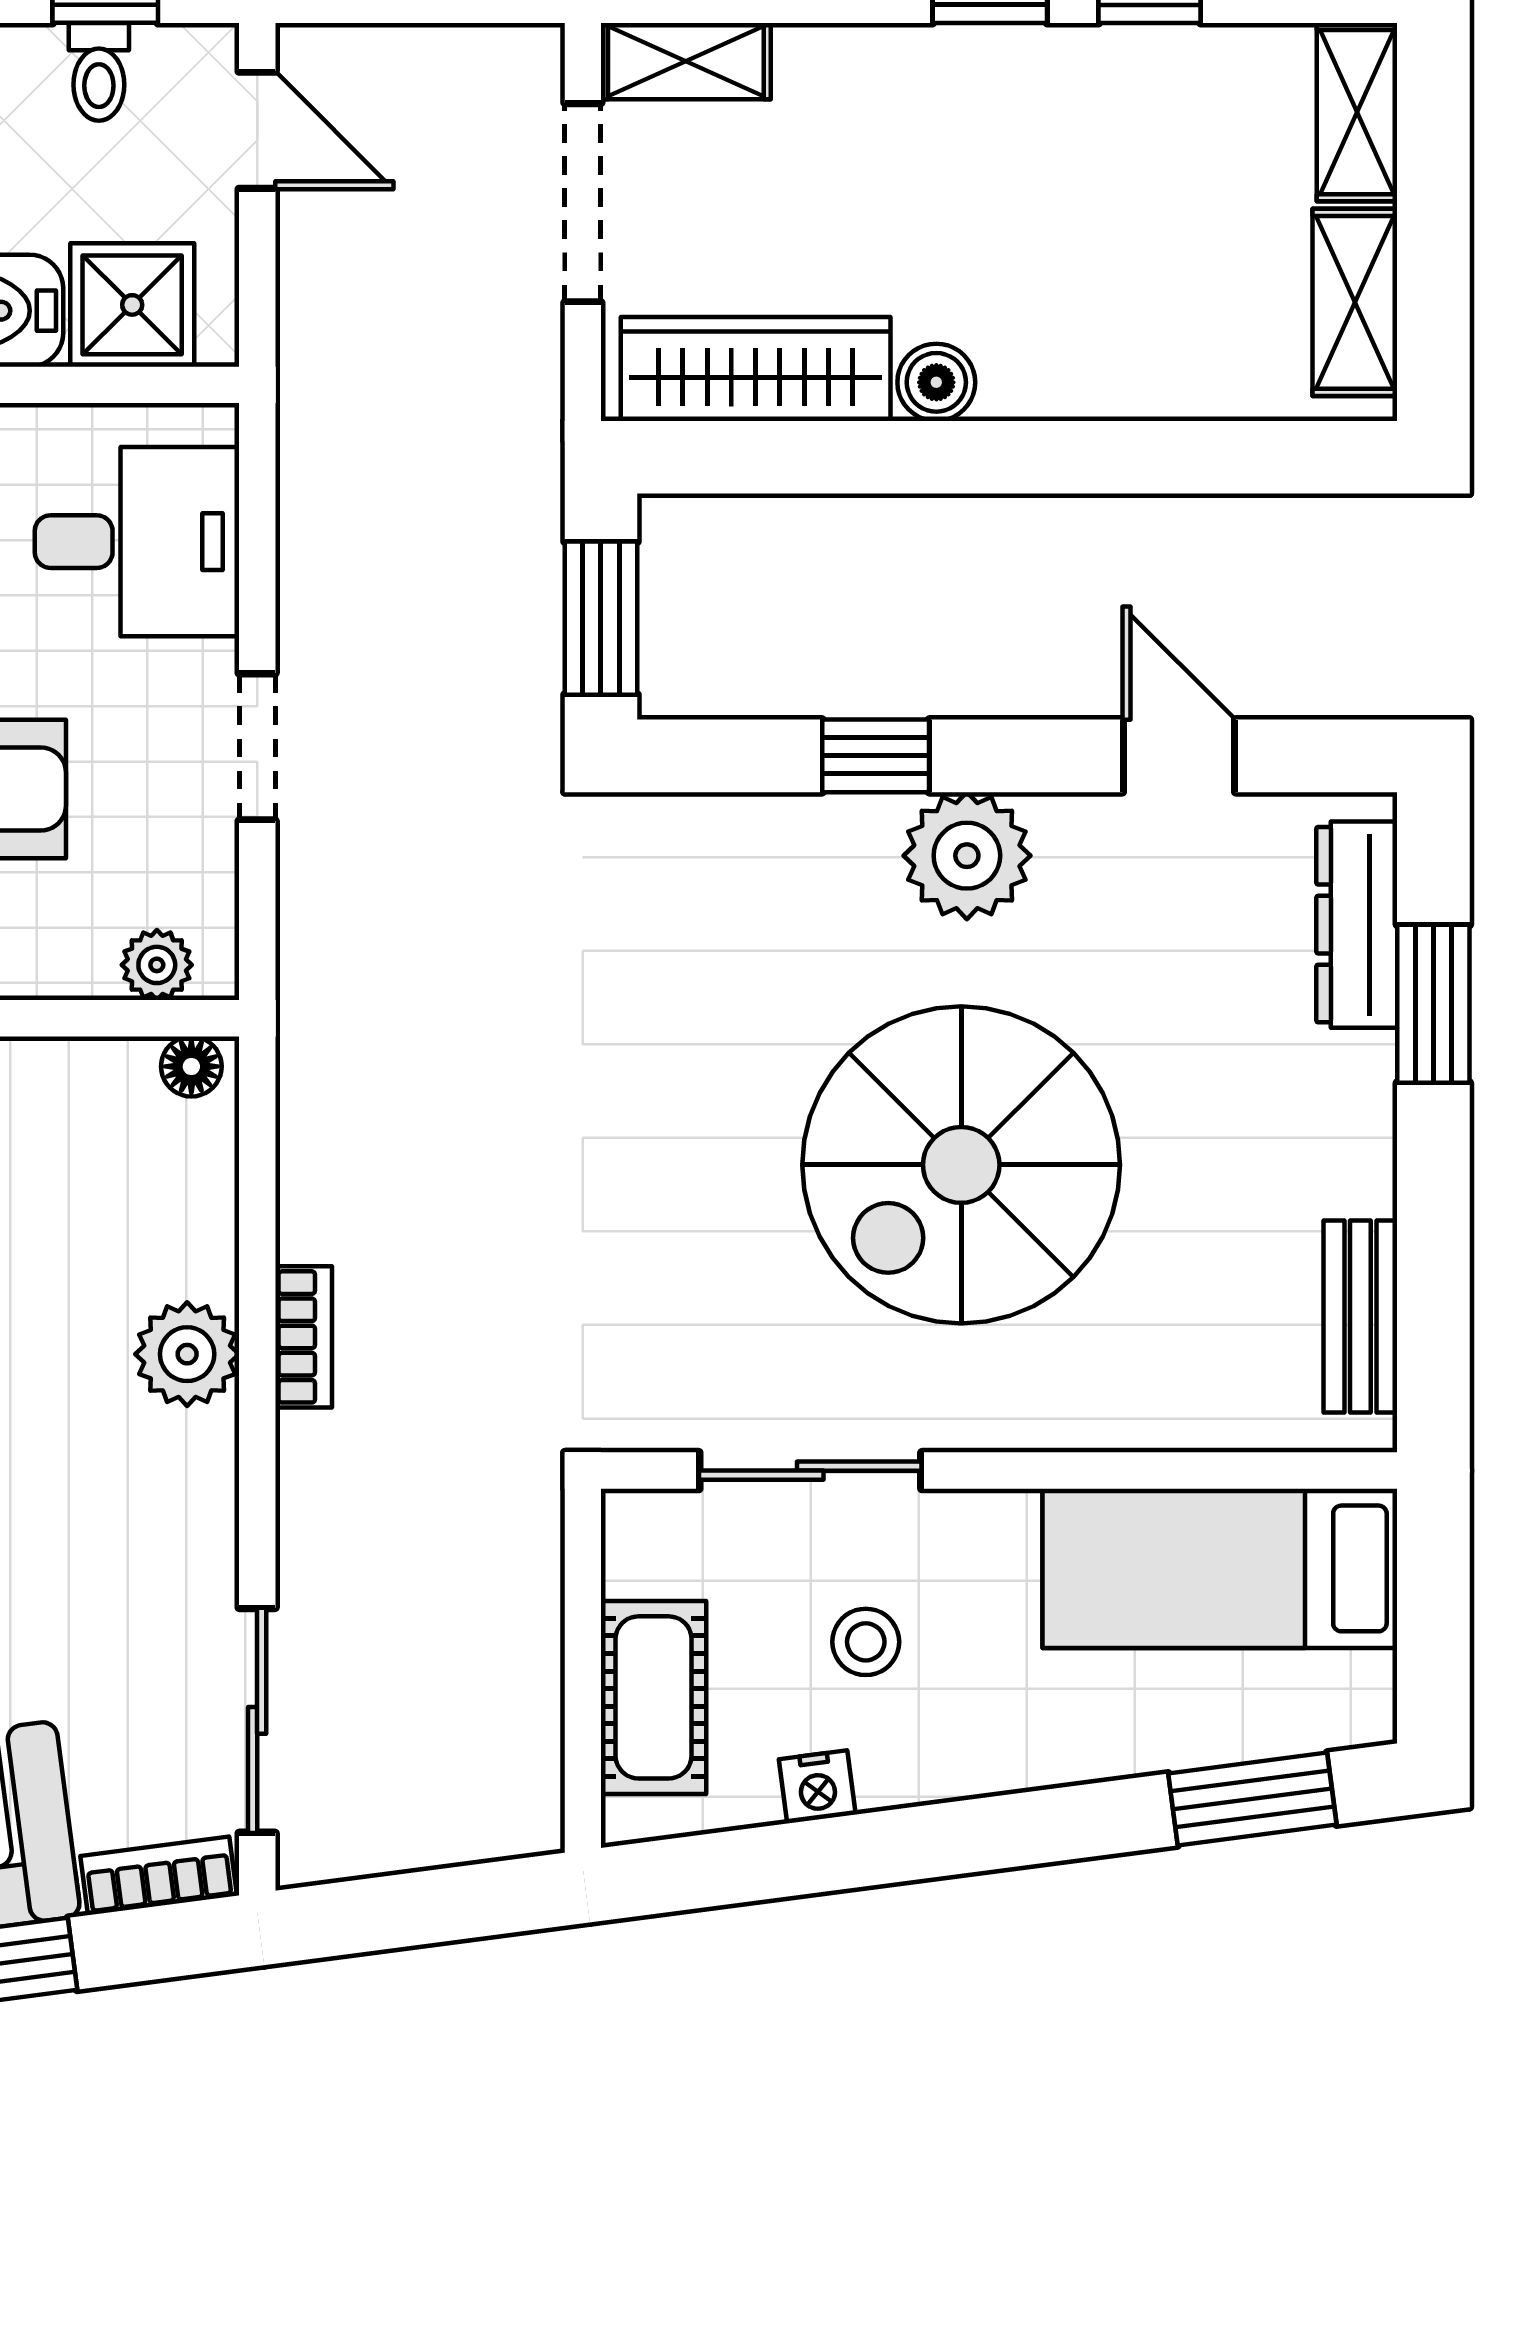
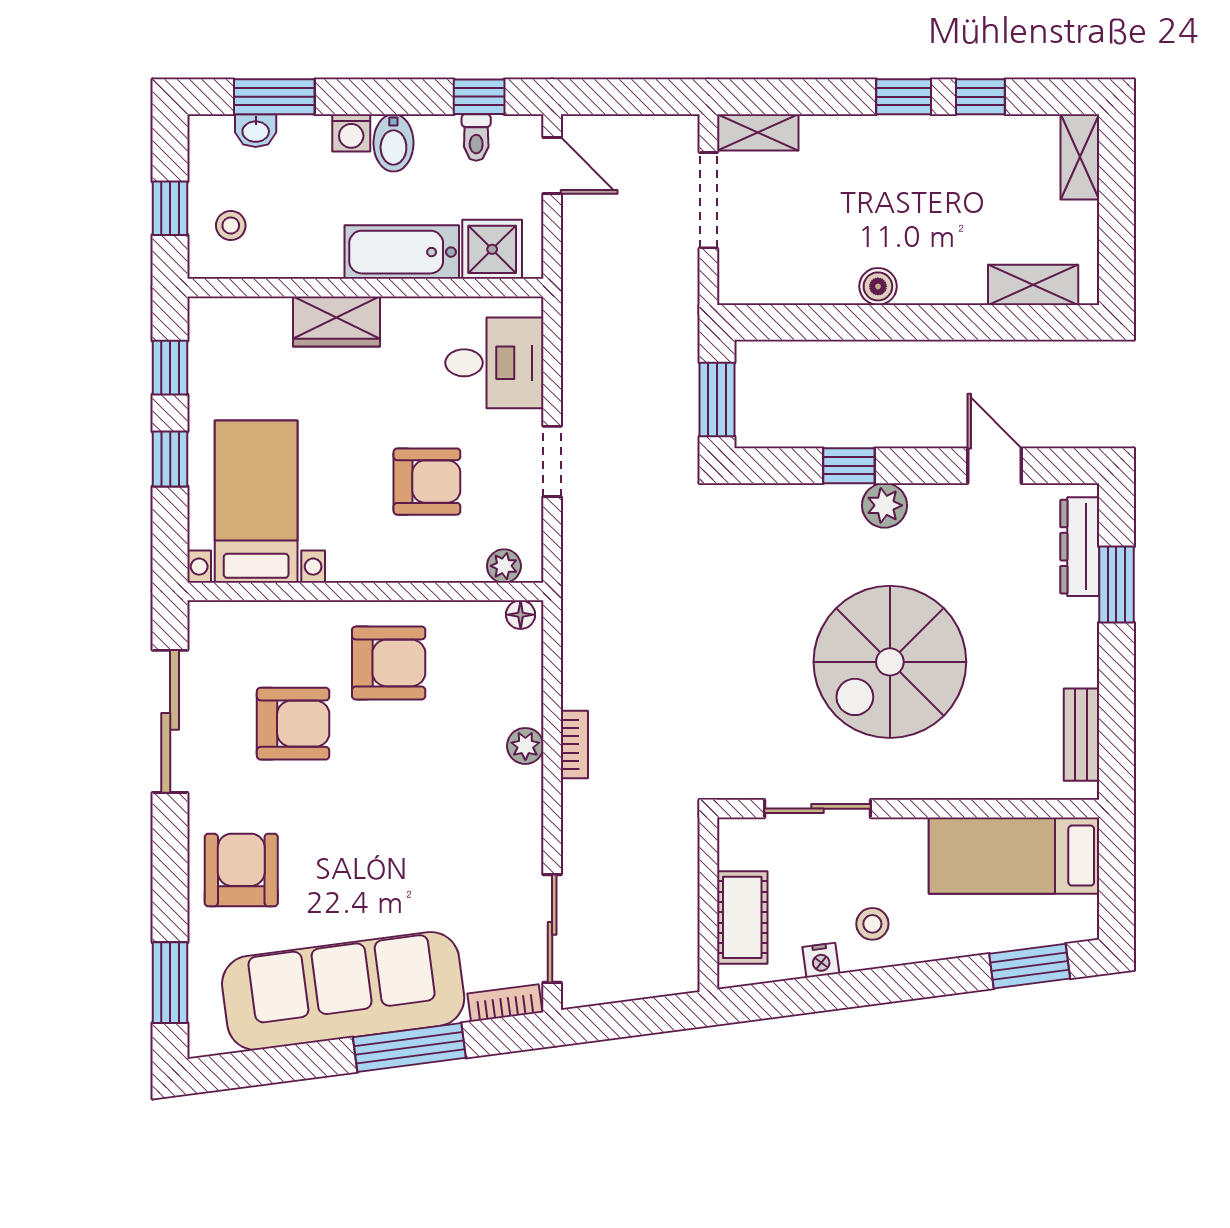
shelving: (1355, 302) -> (1033, 285), moved, turned 90
wardrobe: (756, 369) -> (791, 280), removed
plant: (967, 856) -> (884, 505), width x0.73, depth x0.73
plant: (187, 1354) -> (525, 746), width x0.73, depth x0.73
stool: (866, 1642) -> (872, 924), moved

